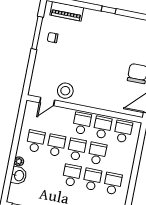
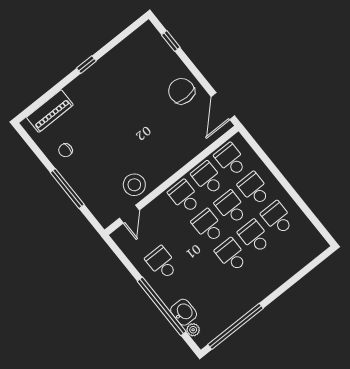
window: (37, 33) -> (67, 188), moved
school desk: (56, 145) -> (254, 189), moved
window: (12, 161) -> (162, 306), added
plant: (19, 161) -> (193, 330), moved

